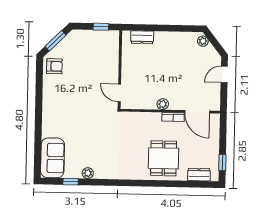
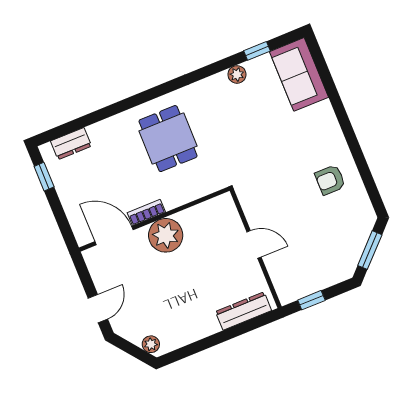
dresser: (142, 37) -> (243, 311), width x1.44
armchair: (54, 66) -> (330, 180), moved
door: (119, 93) -> (254, 244), moved
plant: (163, 104) -> (166, 235), width x1.87, depth x1.87
dining table: (163, 158) -> (168, 139), moved

